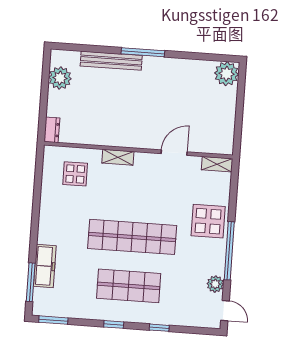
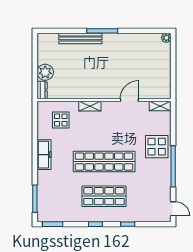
plant: (227, 74) -> (166, 38), width x0.53, depth x0.53
plant: (60, 78) -> (45, 72), moved
freezer: (45, 266) -> (44, 155), moved
plant: (215, 284) -> (165, 191), removed

